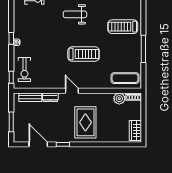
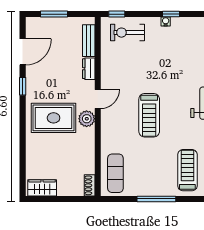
plant: (119, 99) -> (87, 119), moved

